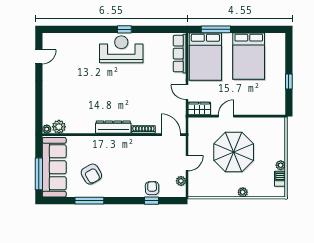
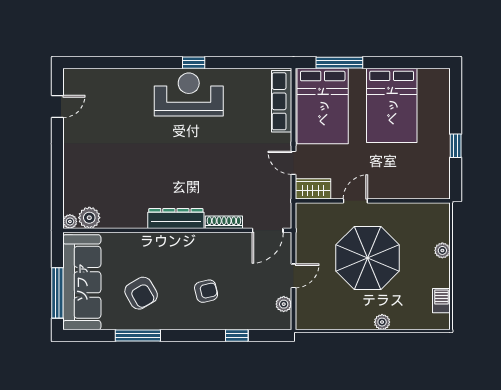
door: (171, 135) -> (268, 230), swing flipped
plant: (281, 165) -> (442, 250), moved
armchair: (152, 188) -> (206, 291), moved, turned 78

